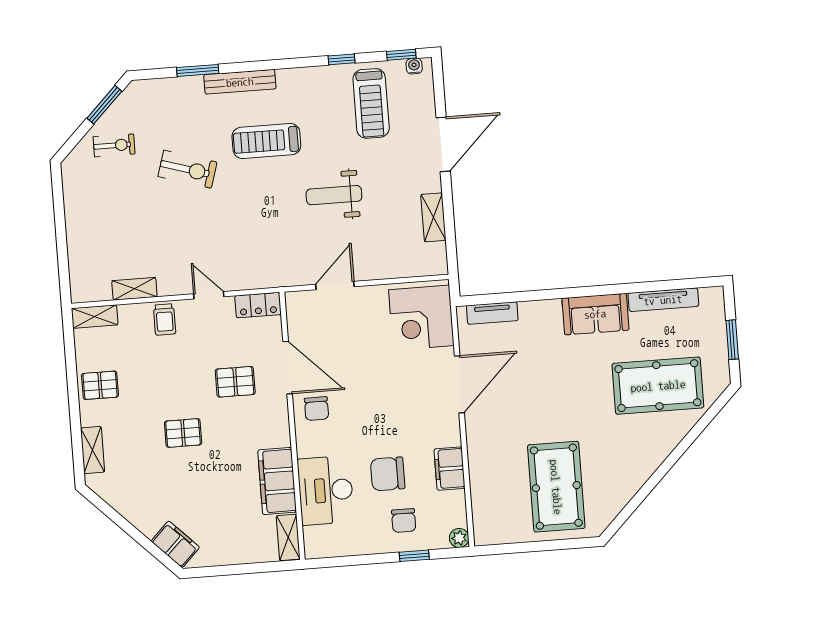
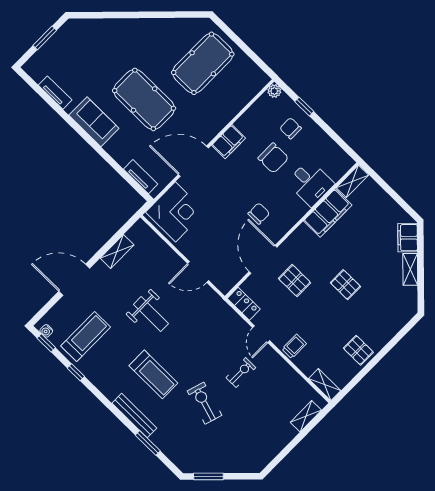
exercise bike: (114, 145) -> (241, 373), moved, turned 90
shelving: (134, 289) -> (306, 416), moved, turned 90
tv unit: (663, 300) -> (55, 93), width x0.71
pool table: (658, 386) -> (144, 99), moved
chair: (316, 409) -> (259, 214), moved
shelving: (93, 450) -> (410, 269), moved, turned -45
filing cabinet: (450, 469) -> (229, 142), moved
desk: (326, 490) -> (310, 183), width x0.73
chair: (404, 521) -> (291, 128), turned -90

